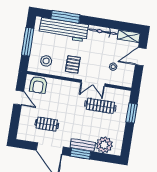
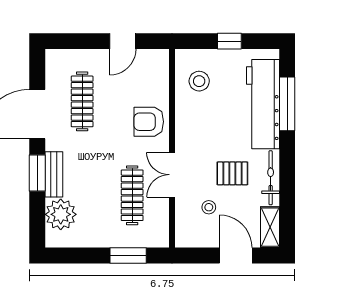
window: (28, 42) -> (229, 41), width x0.46
pallet: (73, 64) -> (232, 173), moved
armchair: (38, 85) -> (149, 122), moved
clothes rail: (47, 124) -> (82, 101), width x1.36

